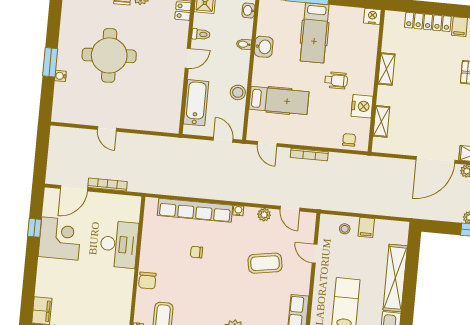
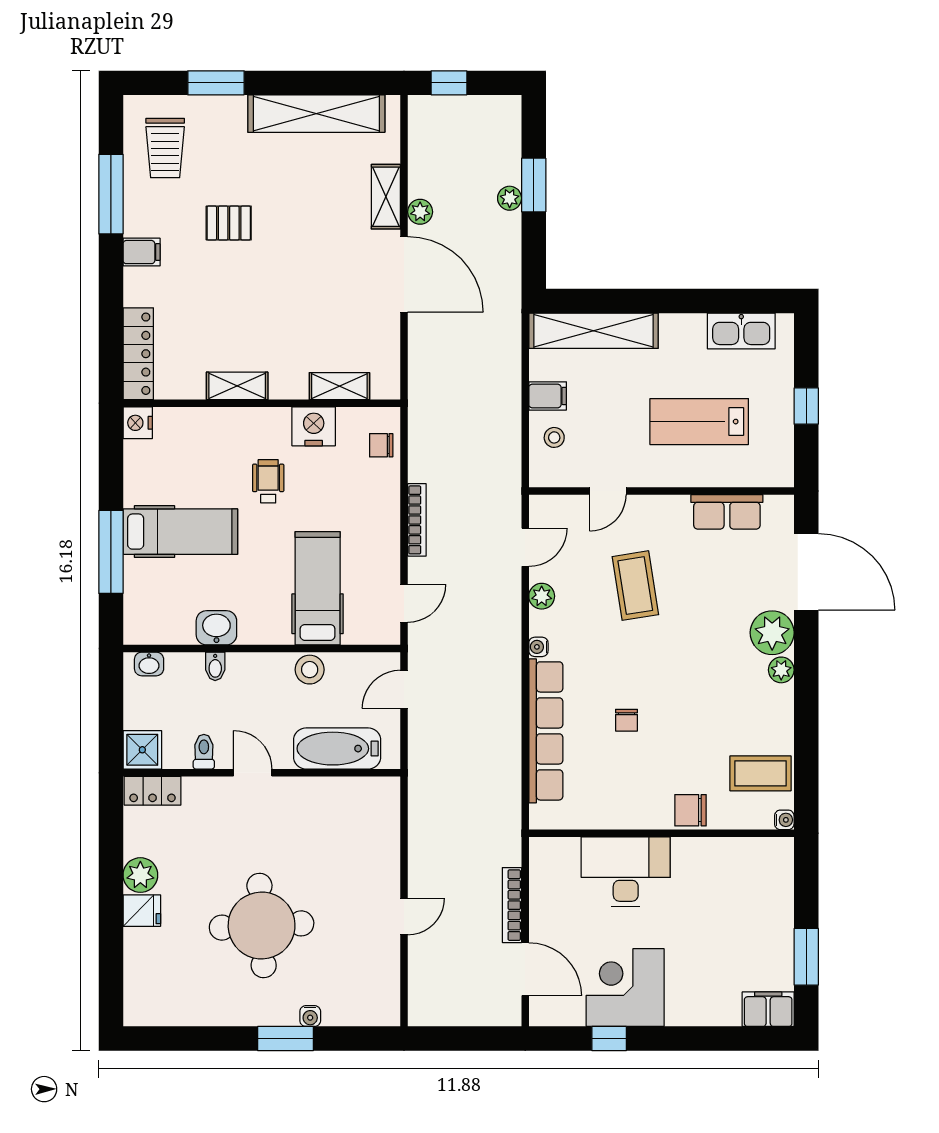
locker: (428, 22) -> (138, 354), moved
shelving: (395, 278) -> (593, 331), moved
chair: (147, 280) -> (690, 810), turned 180

